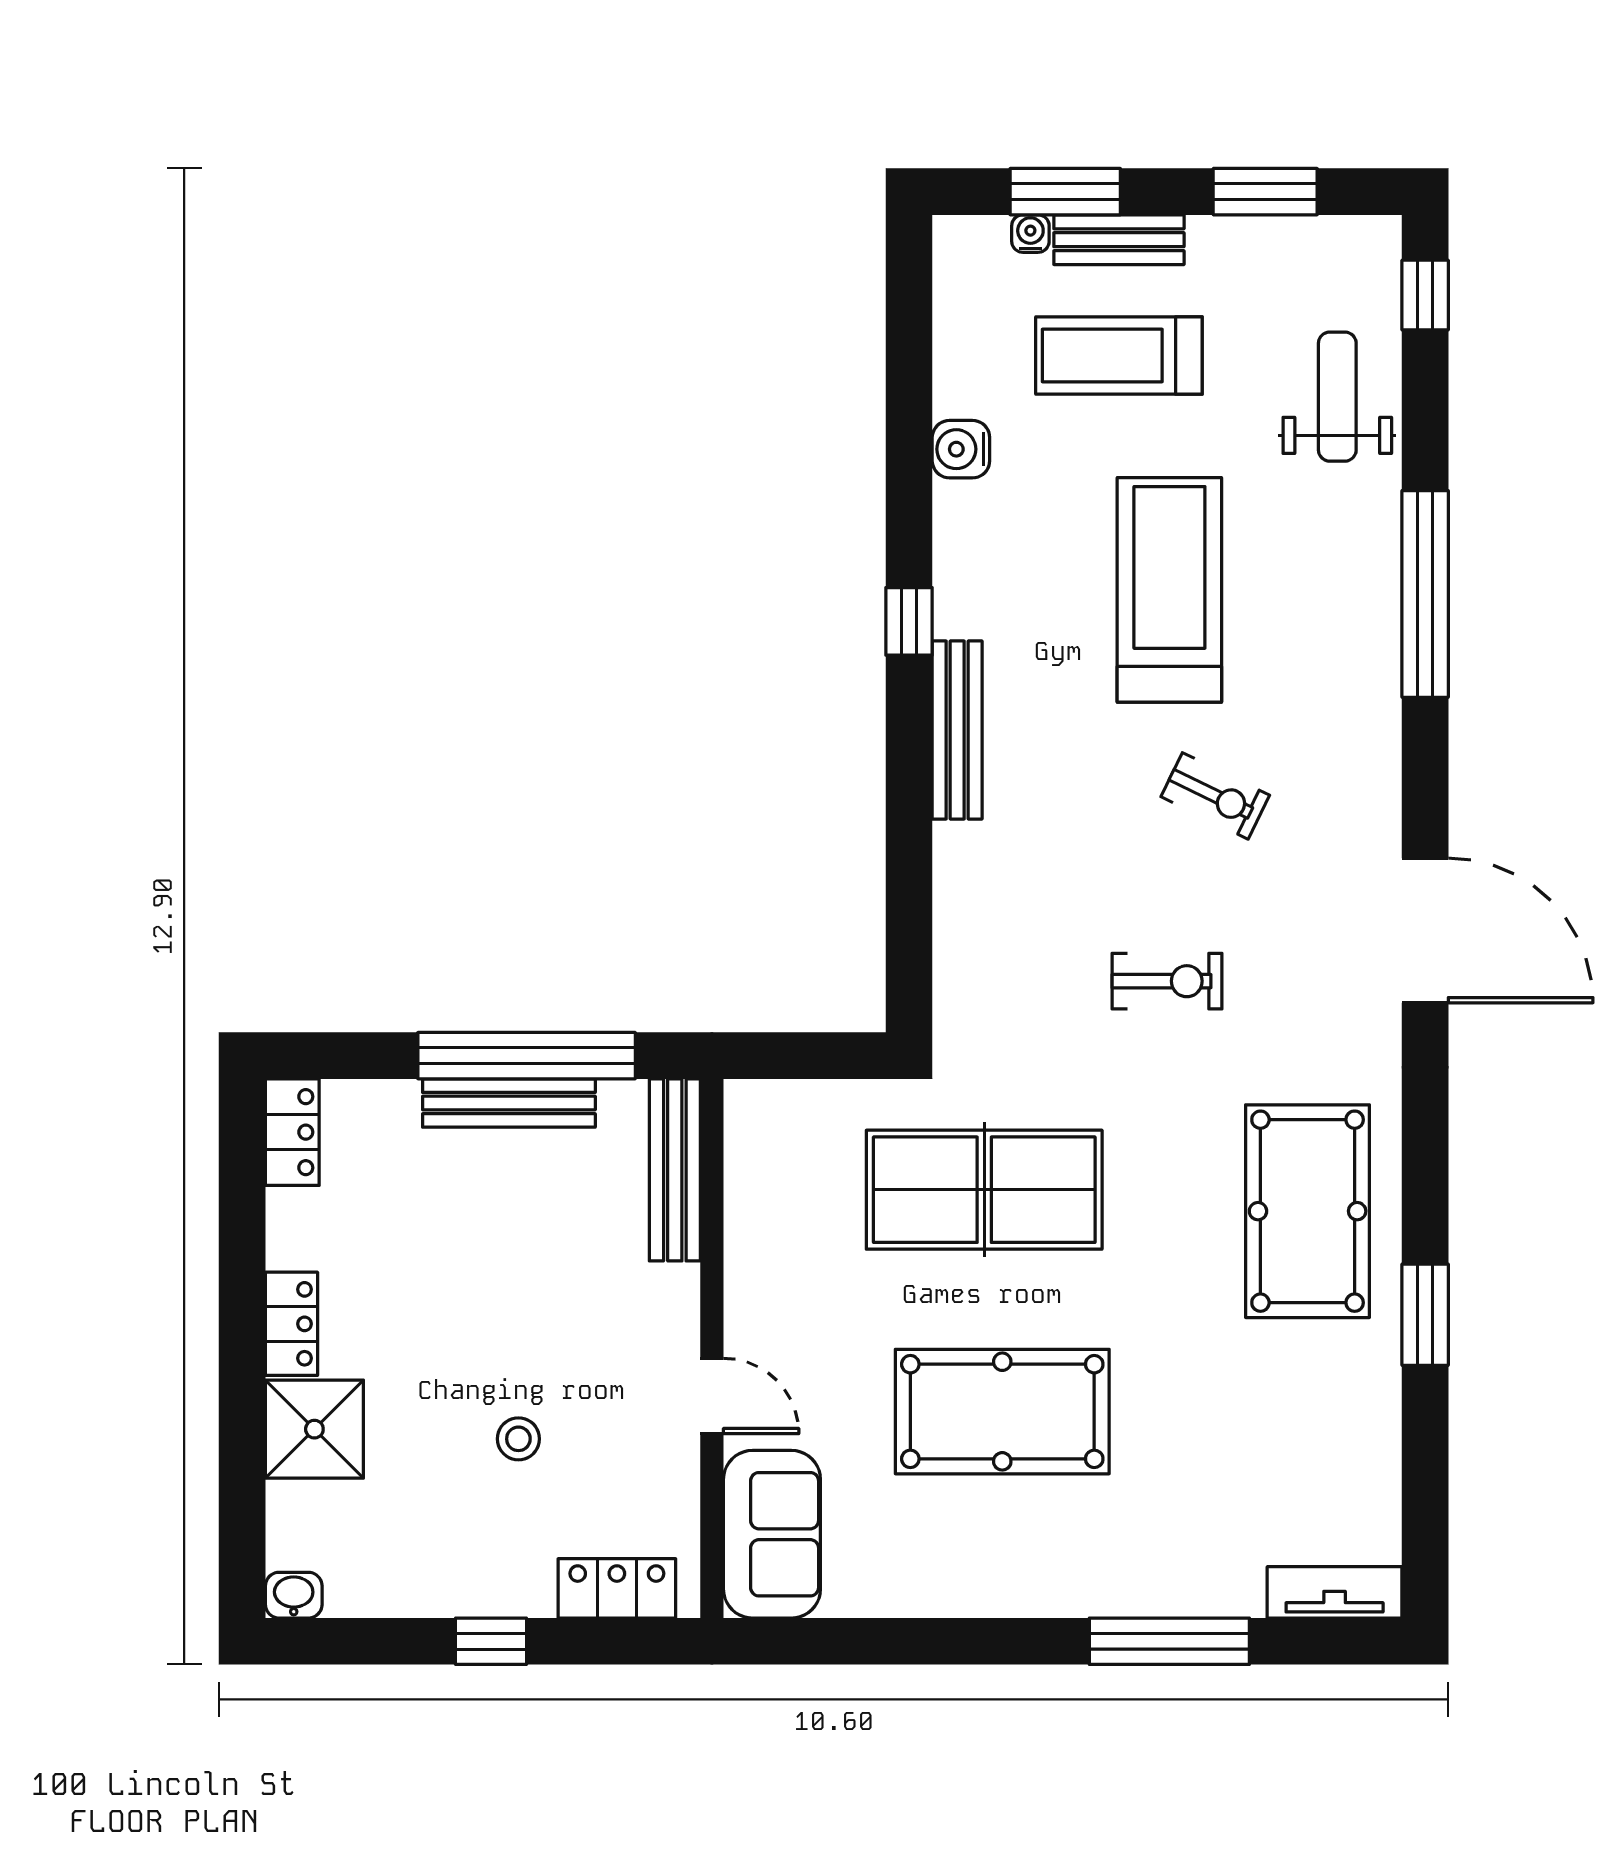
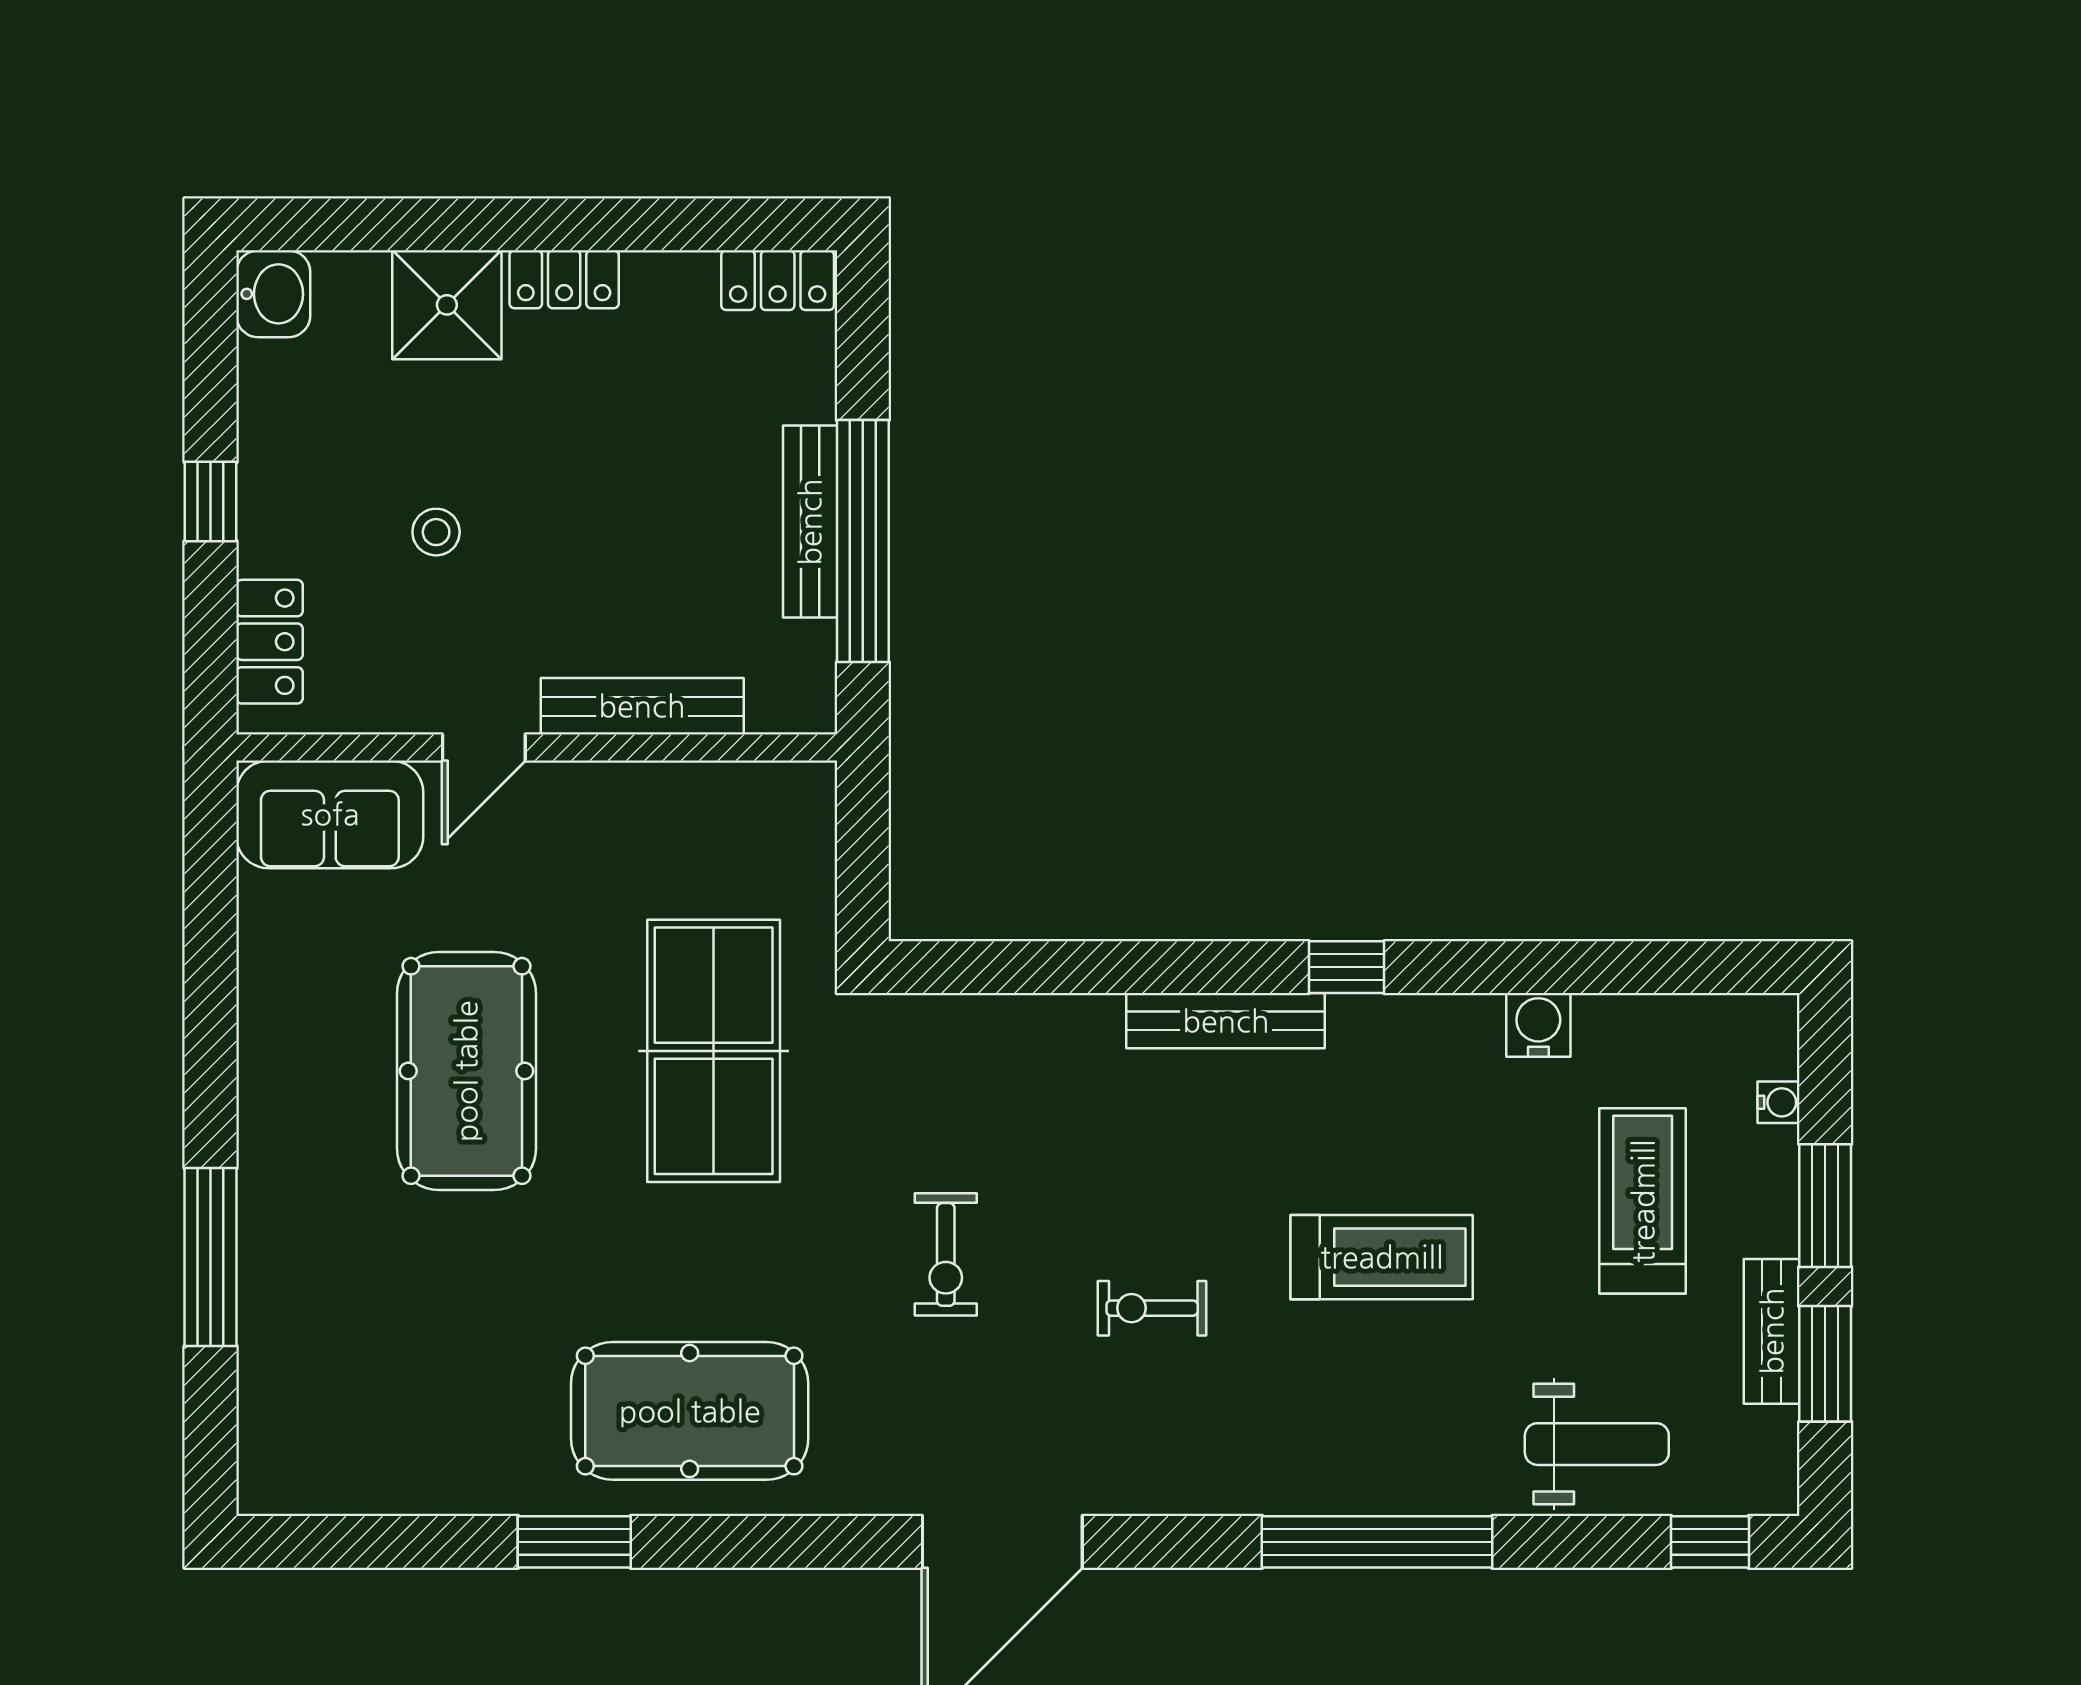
window: (1065, 192) -> (1825, 1206), moved
bench: (1119, 240) -> (1772, 1331), moved
treadmill: (1169, 590) -> (1382, 1257), width x0.73, depth x0.73
exercise bike: (1215, 796) -> (1152, 1308), turned 64
bench: (675, 1170) -> (642, 706), moved
tv unit: (1335, 1592) -> (265, 1441), removed
washbasin: (294, 1595) -> (273, 294), width x1.38, depth x1.45

